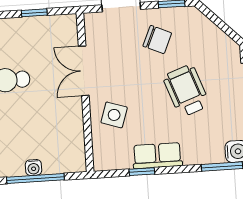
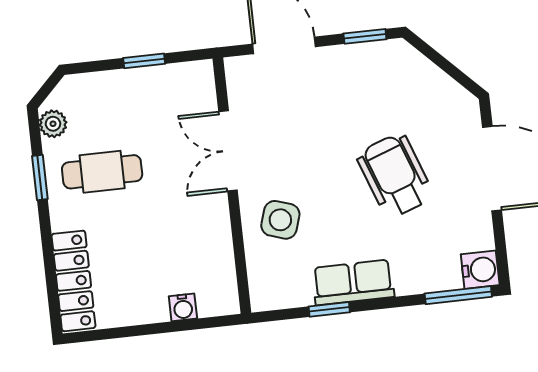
chair: (157, 40) -> (345, 95), removed
water cooler: (33, 168) -> (183, 307), moved
window: (35, 179) -> (158, 328), removed

